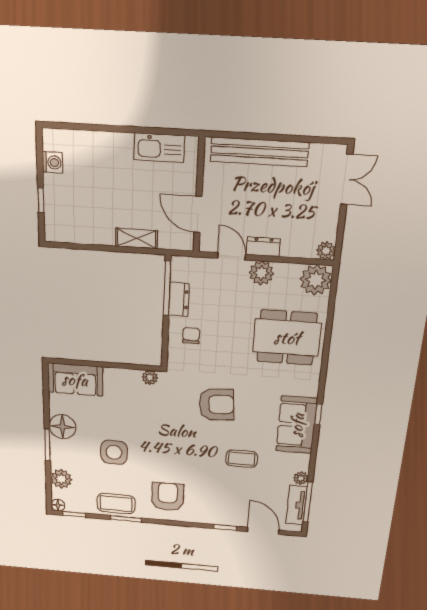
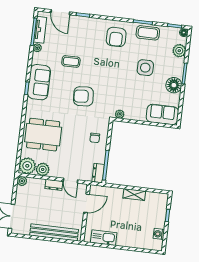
door: (198, 214) -> (87, 203), hinge flipped
shelving: (137, 238) -> (134, 195), moved
plant: (261, 273) -> (43, 169), moved
dresser: (179, 299) -> (98, 173), moved

